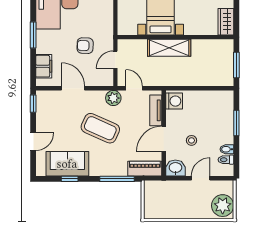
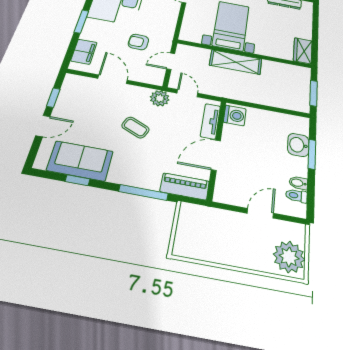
window: (33, 104) -> (53, 98), moved
coffee table: (100, 128) -> (135, 128), width x0.54, depth x0.58
stool: (191, 140) -> (252, 164), removed
washbasin: (175, 168) -> (298, 145), moved, turned -90

